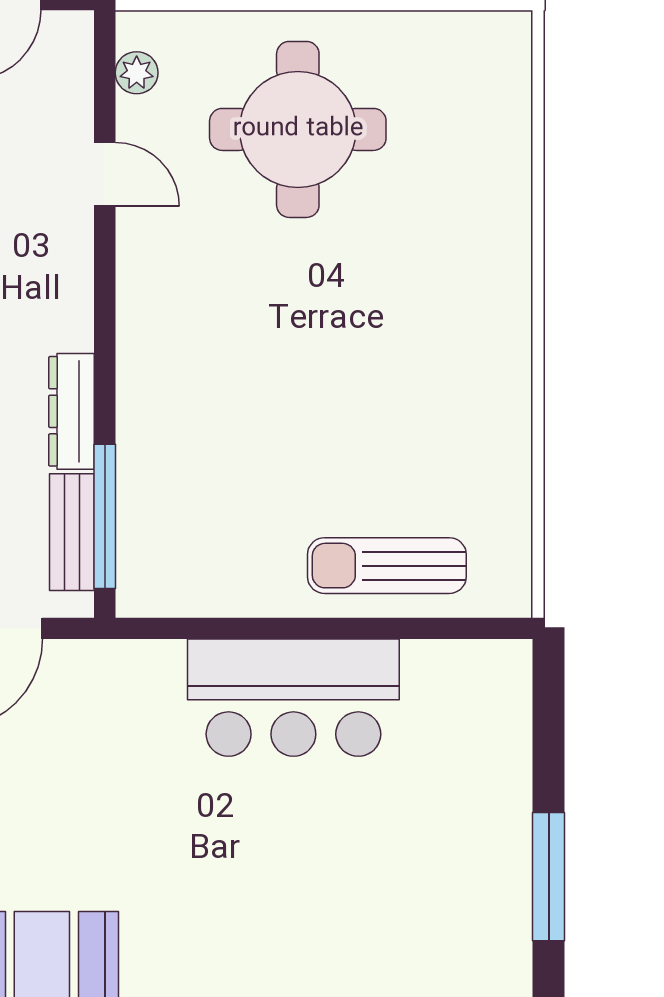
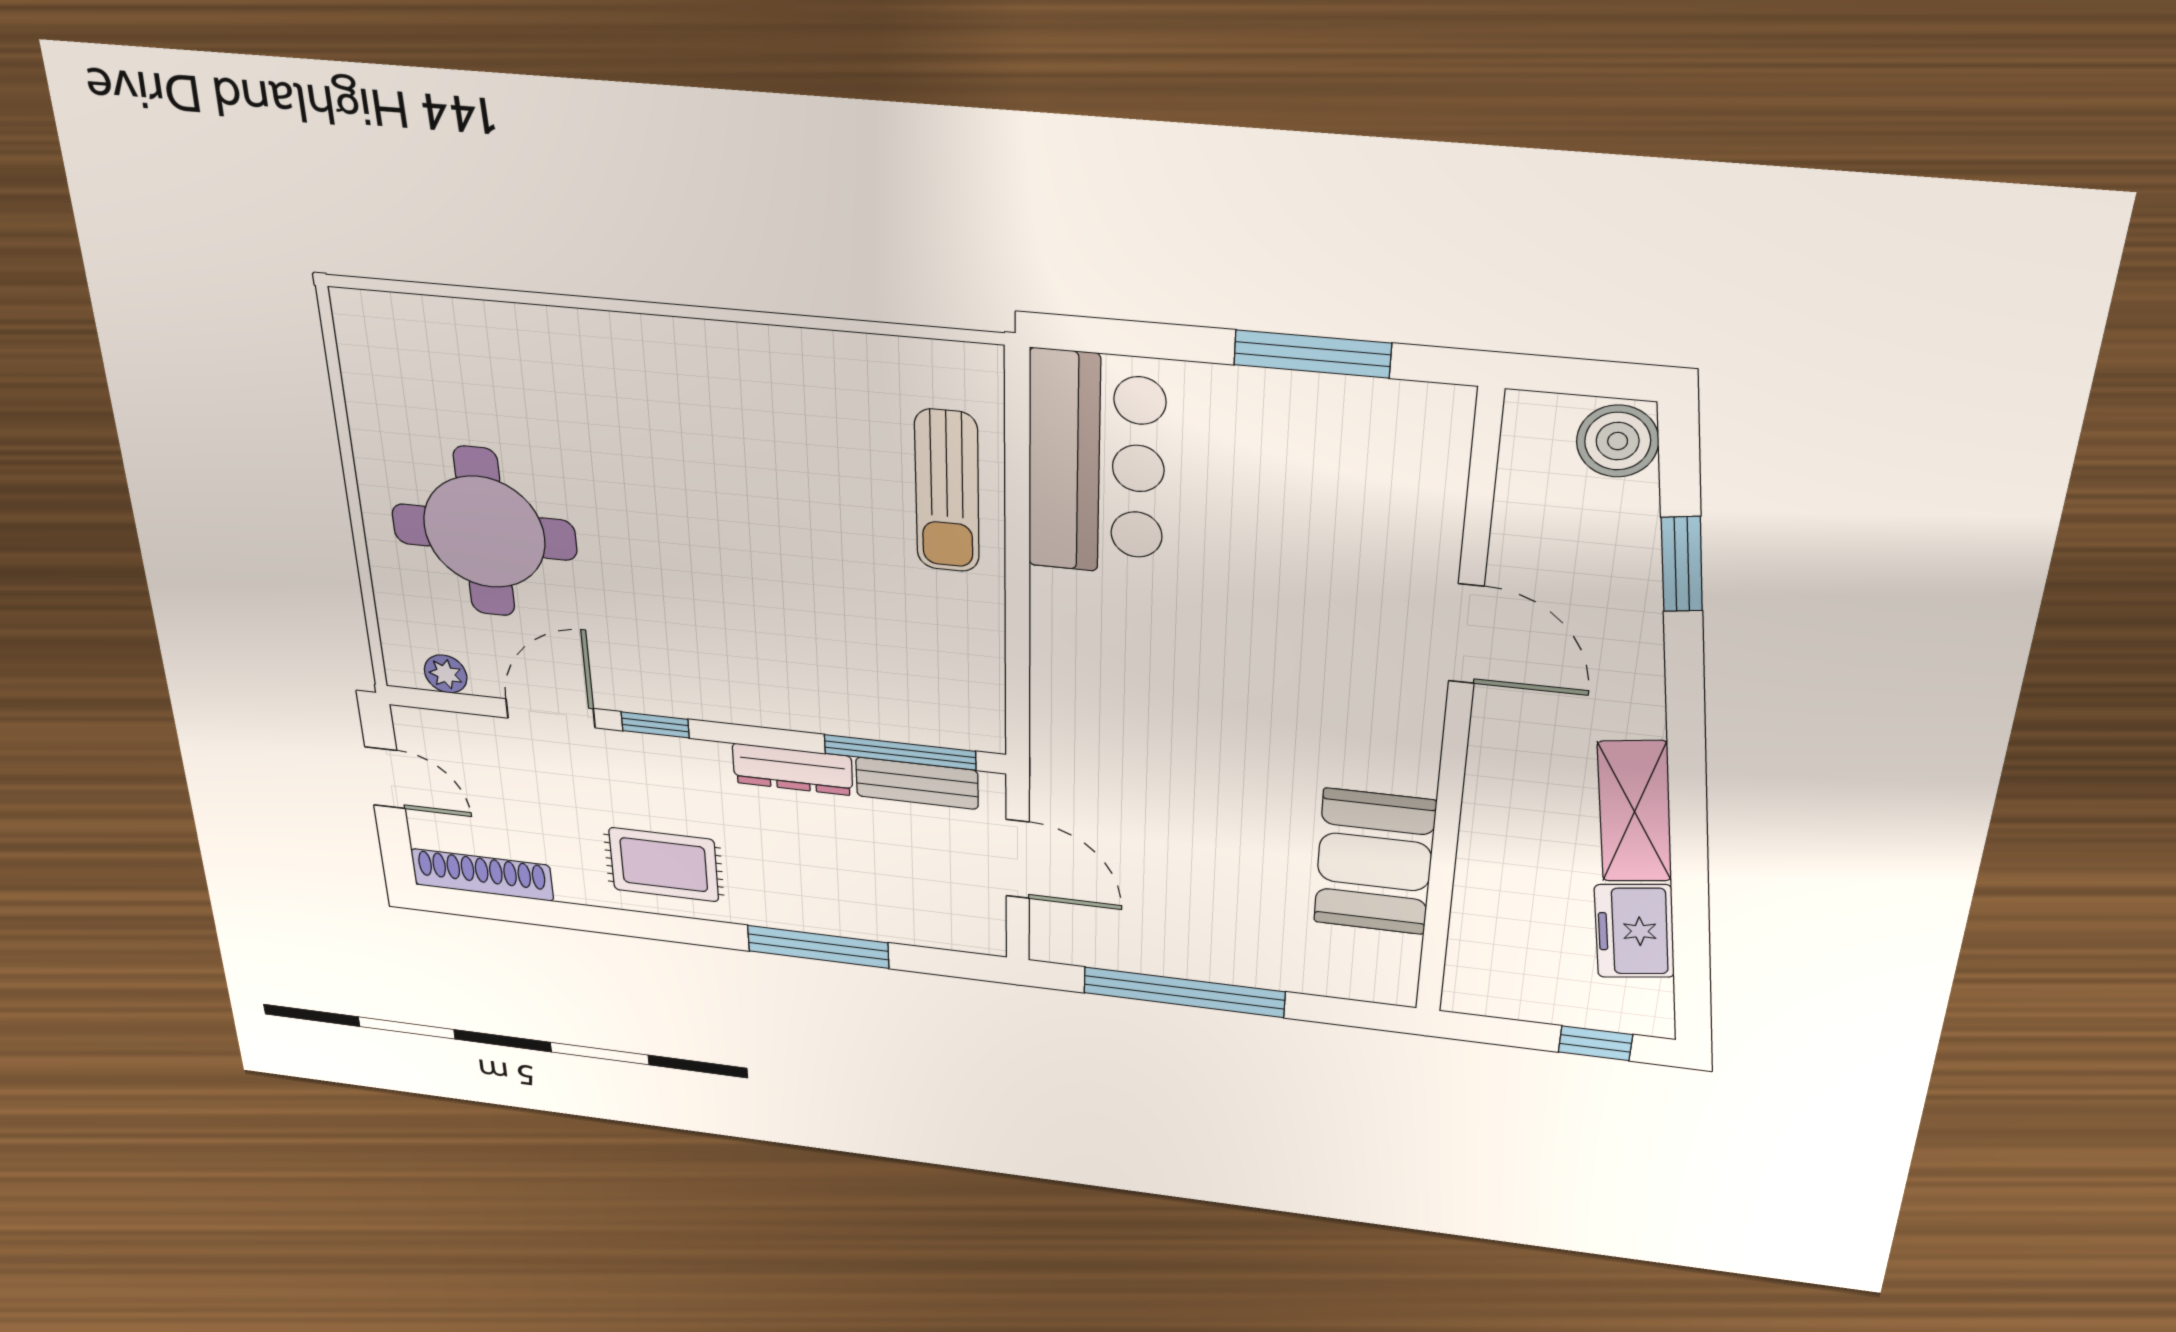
door: (105, 174) -> (550, 713), width x1.38
window: (105, 278) -> (655, 725), added
bar counter: (293, 698) -> (1096, 465), moved

